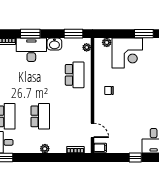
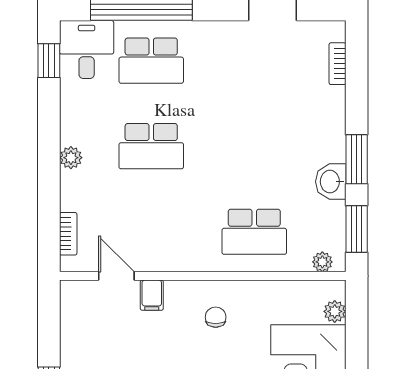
window: (30, 34) -> (357, 159), moved
desk: (31, 50) -> (317, 124), removed
door: (92, 130) -> (116, 276), swing flipped
filing cabinet: (100, 148) -> (152, 295), moved

